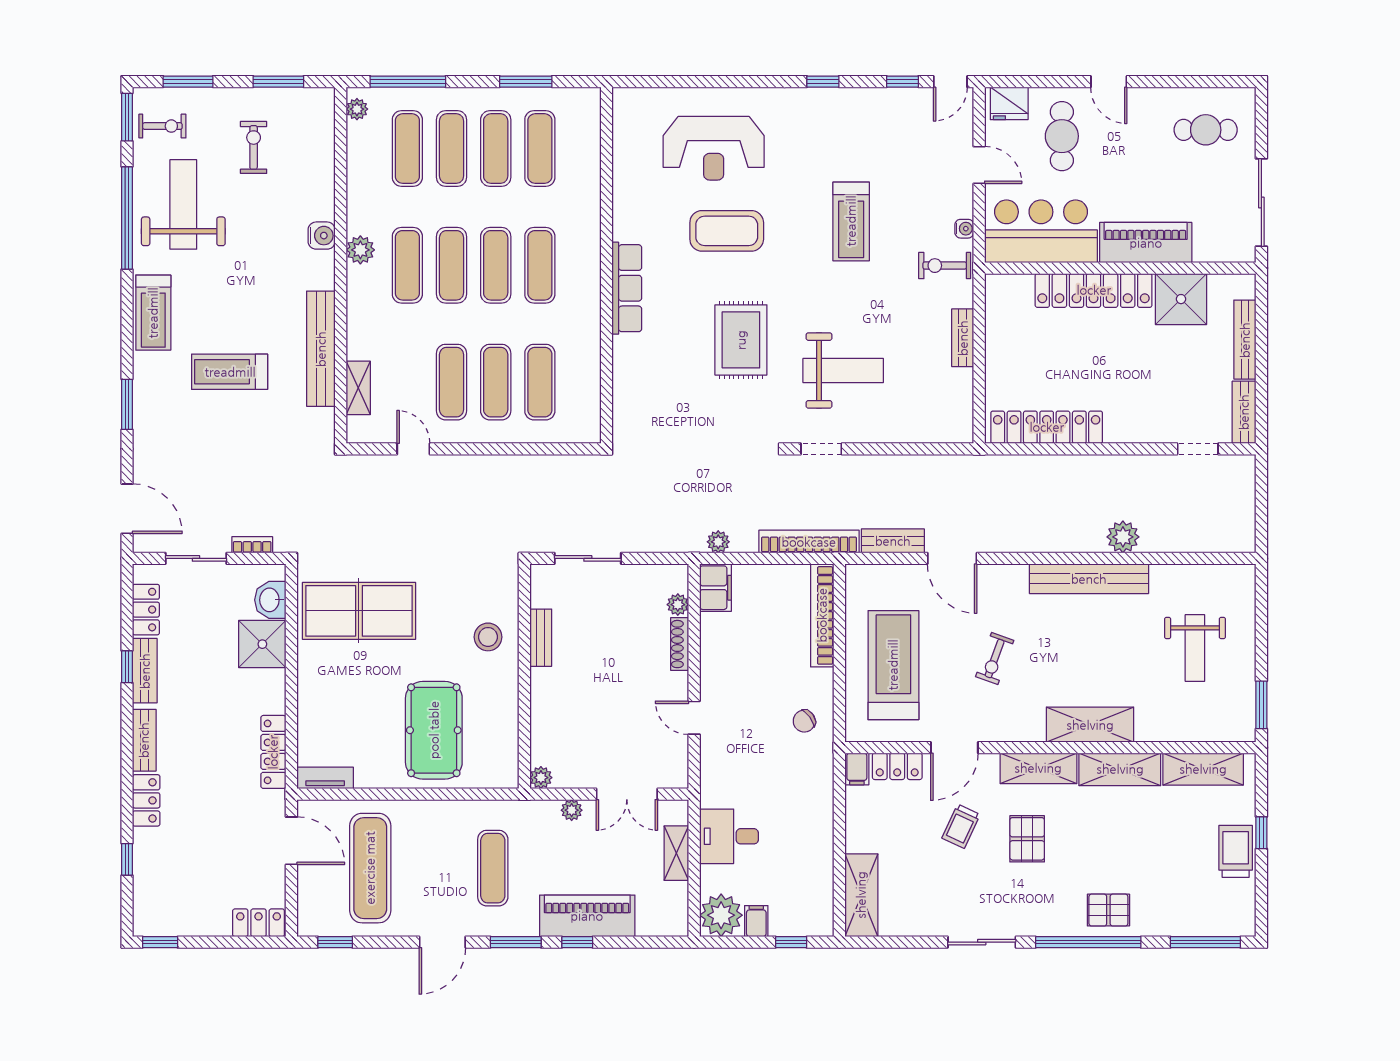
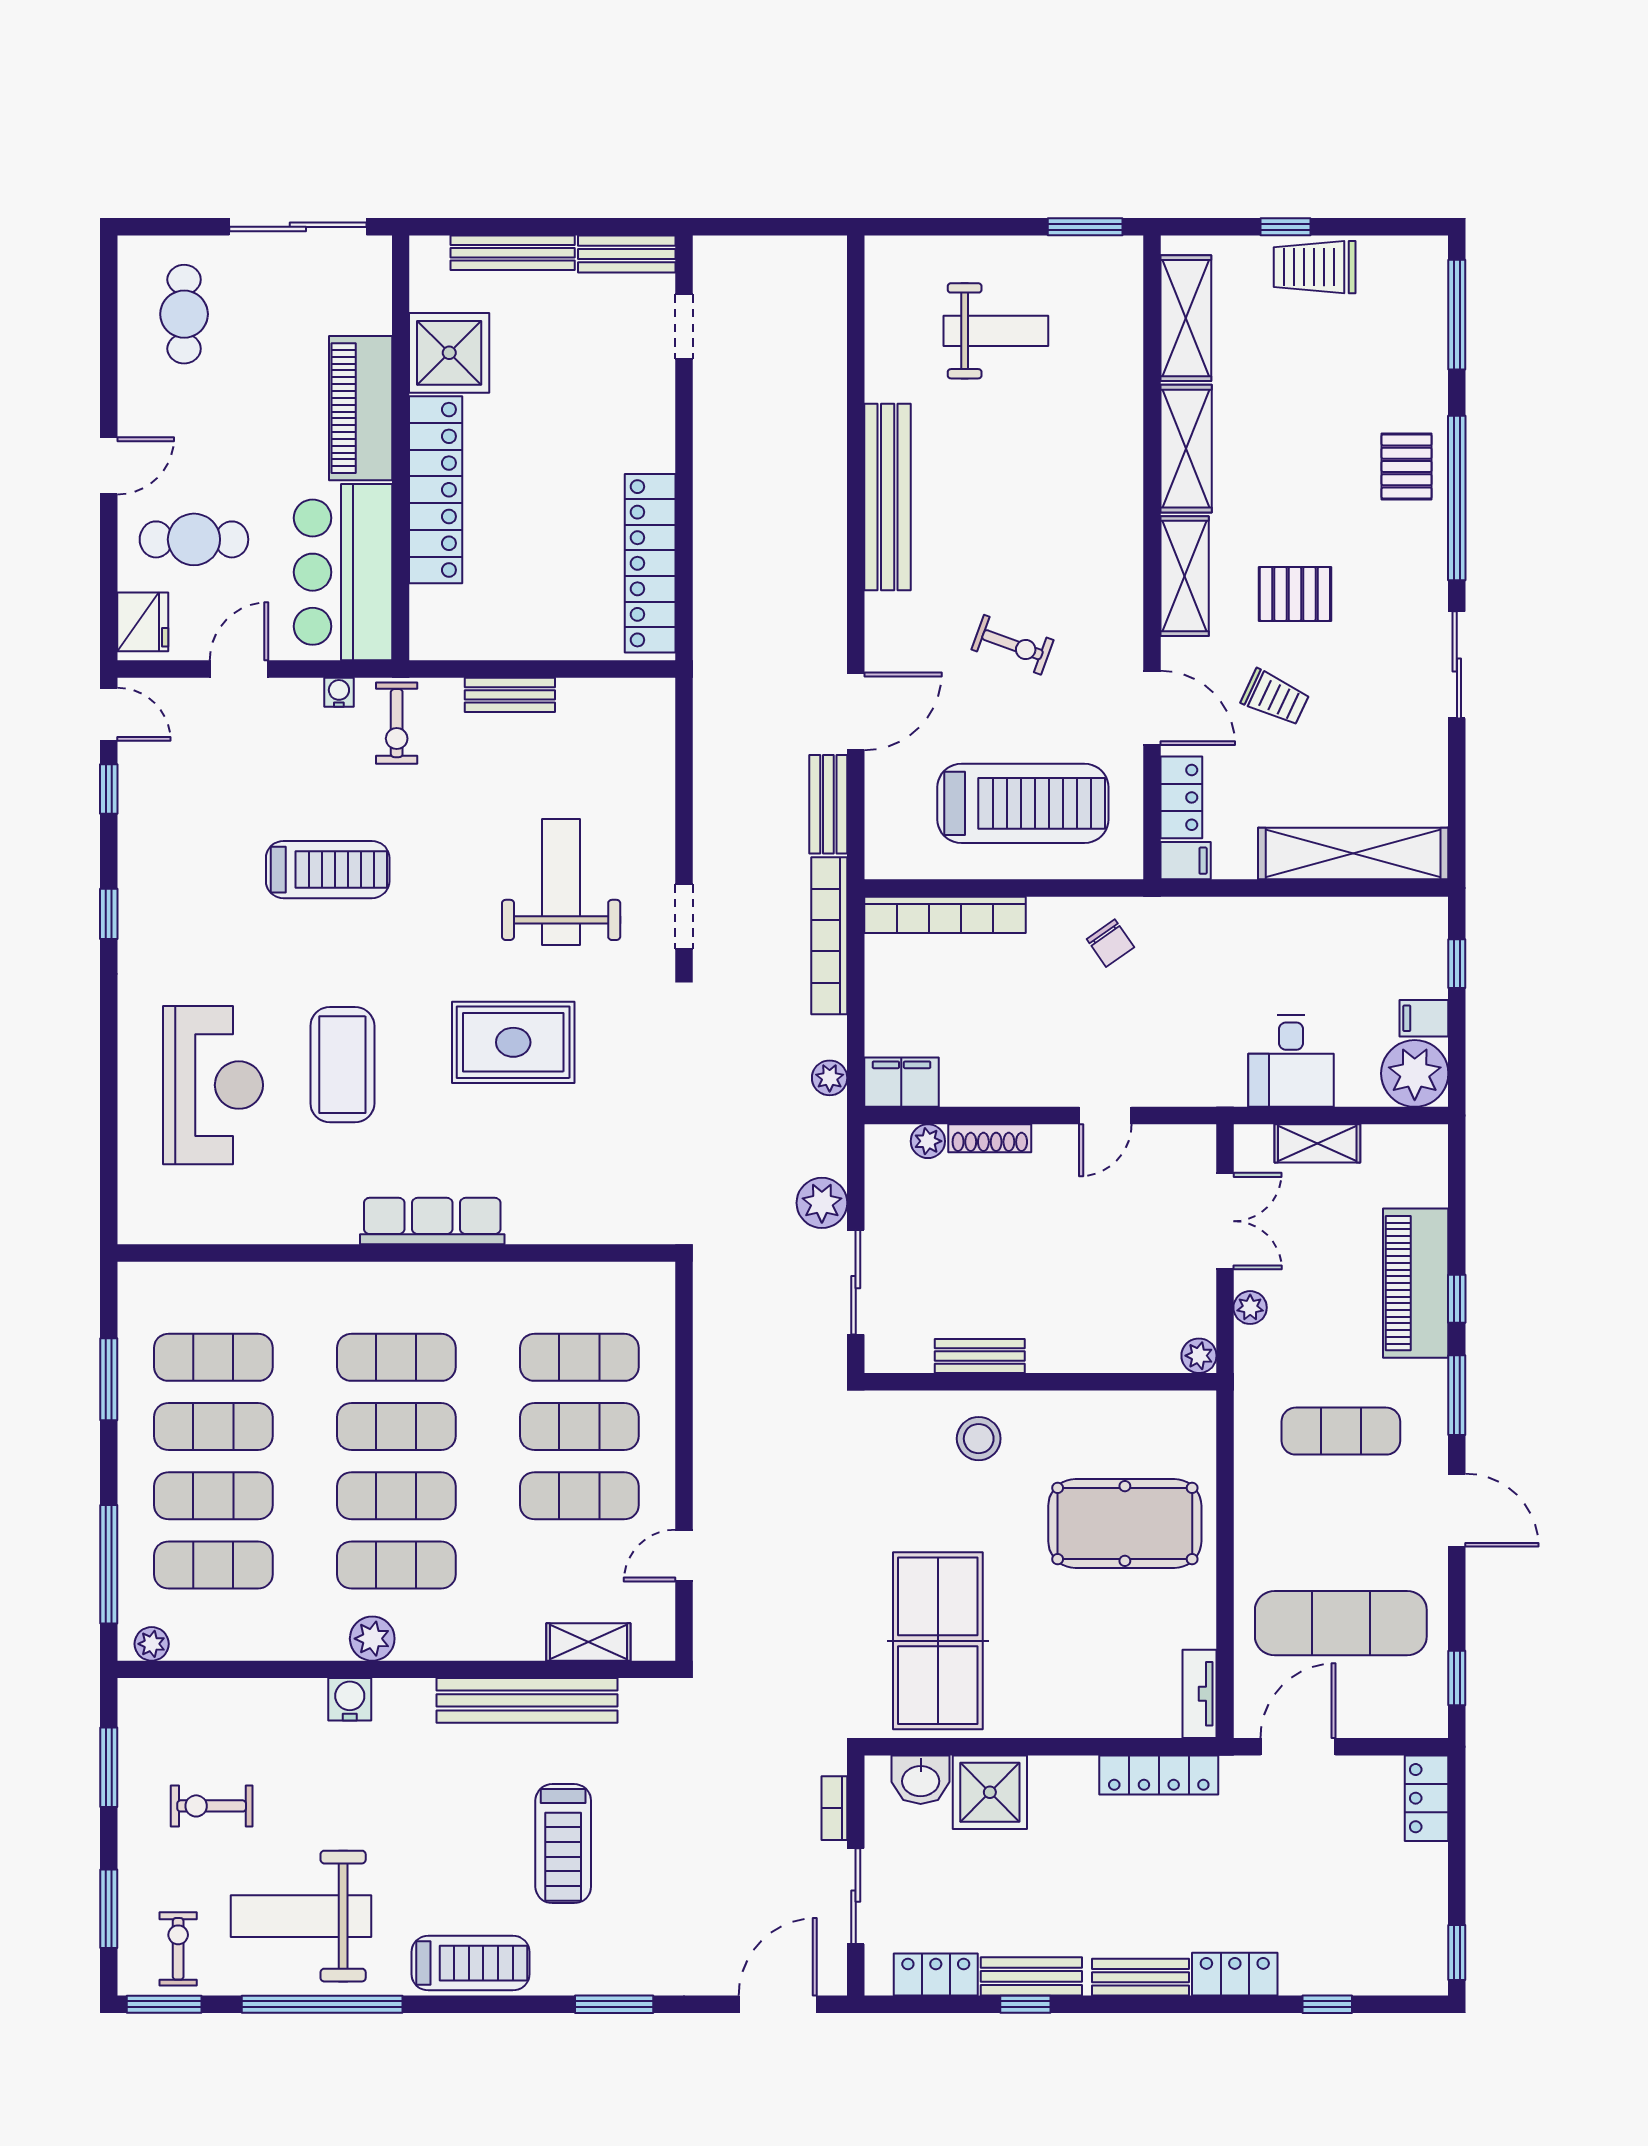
plant: (1123, 537) -> (822, 1203), moved
treadmill: (893, 665) -> (1023, 803), turned 180
shelving: (1090, 725) -> (1116, 495), removed
shelving: (861, 895) -> (1353, 853), width x1.47

